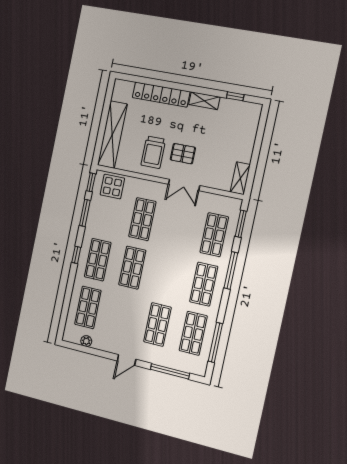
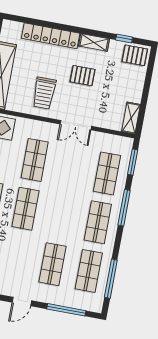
pallet: (246, 114) -> (135, 55), added
pallet: (183, 154) -> (83, 76), moved

